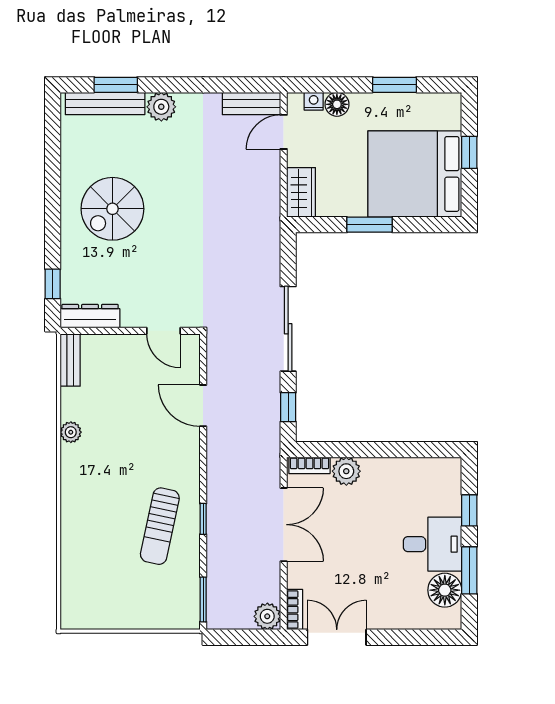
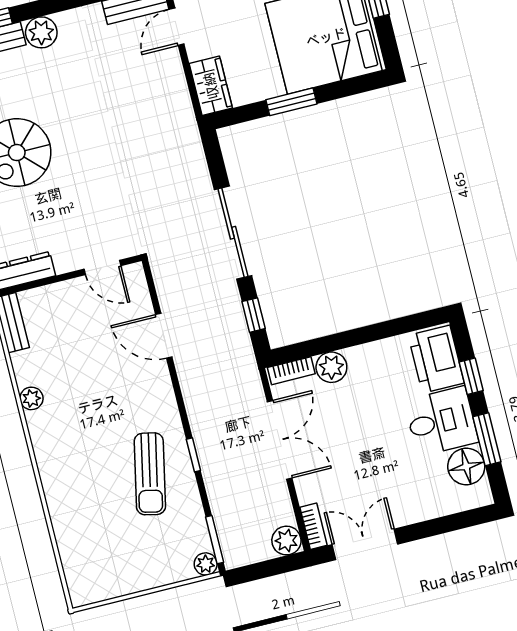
printer: (442, 487) -> (436, 359), added
plant: (190, 619) -> (206, 564), added

